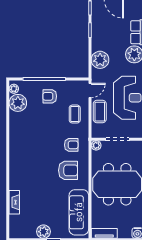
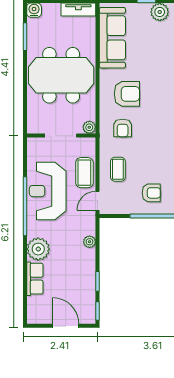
plant: (100, 60) -> (90, 242), width x0.53, depth x0.53
armchair: (71, 145) -> (123, 128), turned -90
armchair: (68, 170) -> (127, 94), turned 180

